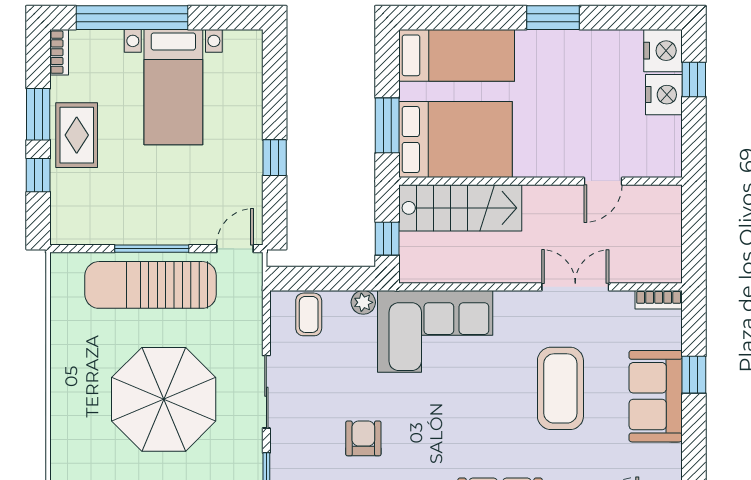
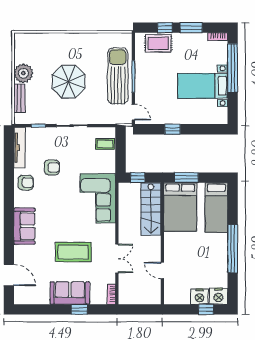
window: (553, 18) -> (233, 249), width x2.11
rug: (77, 135) -> (158, 43), moved
plant: (363, 302) -> (110, 167), removed
parasol: (164, 399) -> (69, 82), width x0.73, depth x0.73

